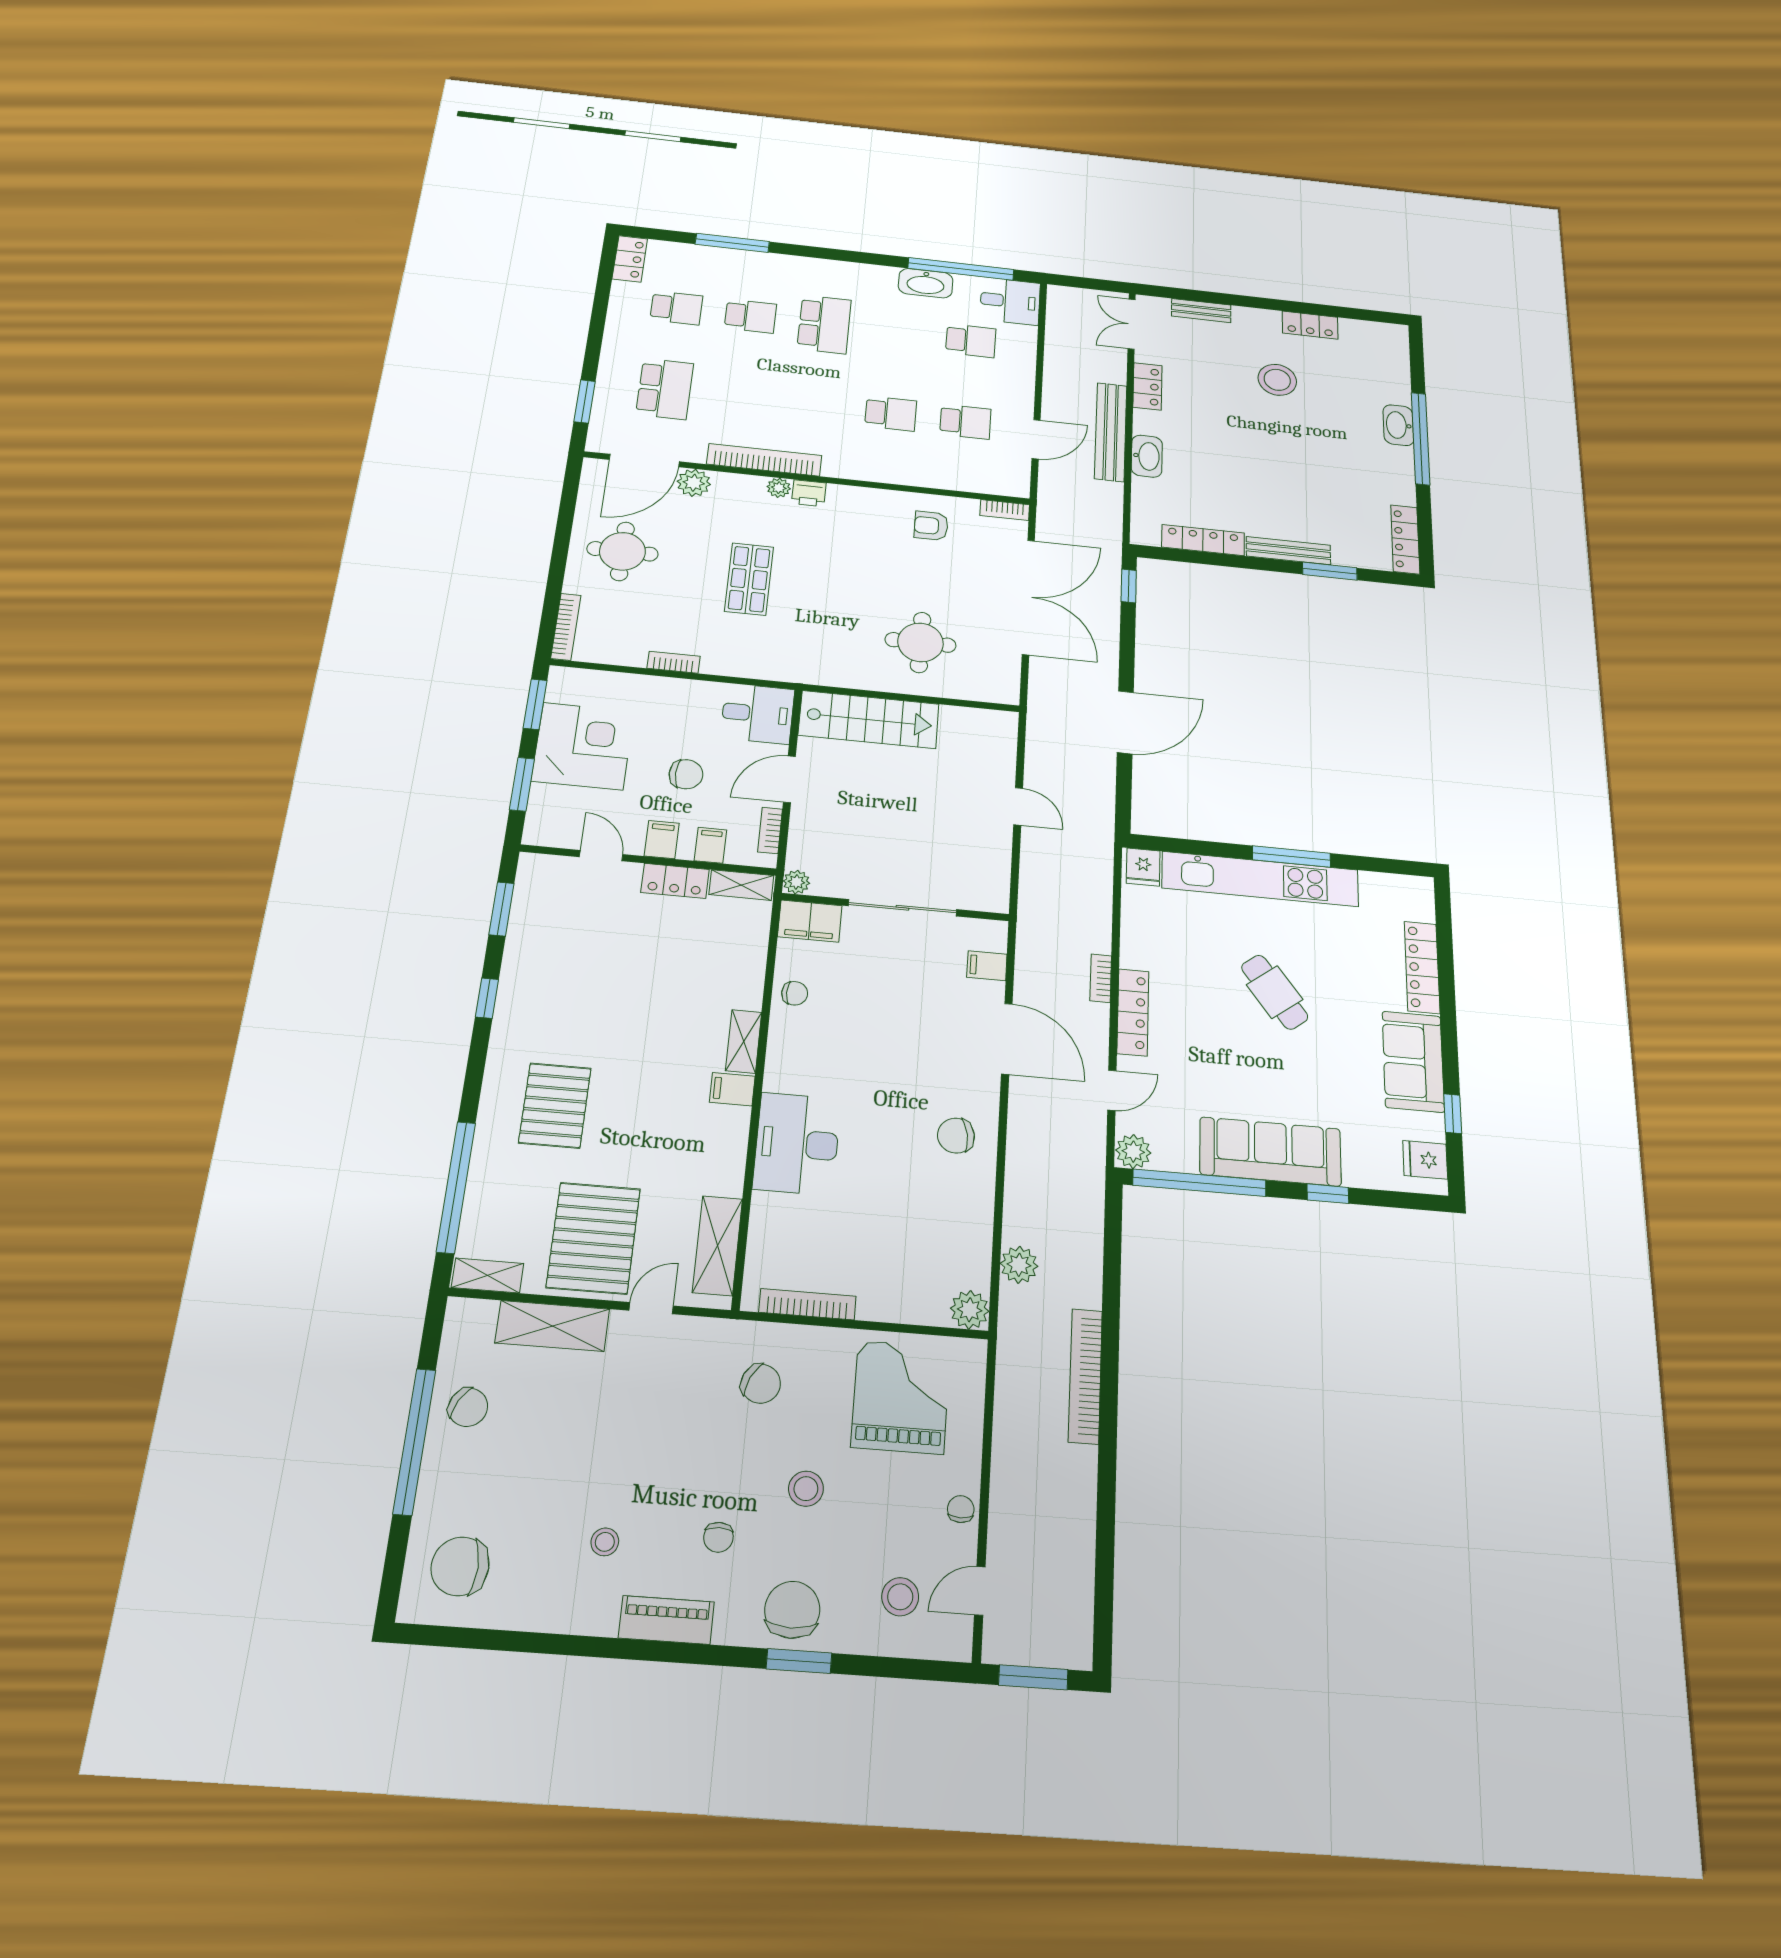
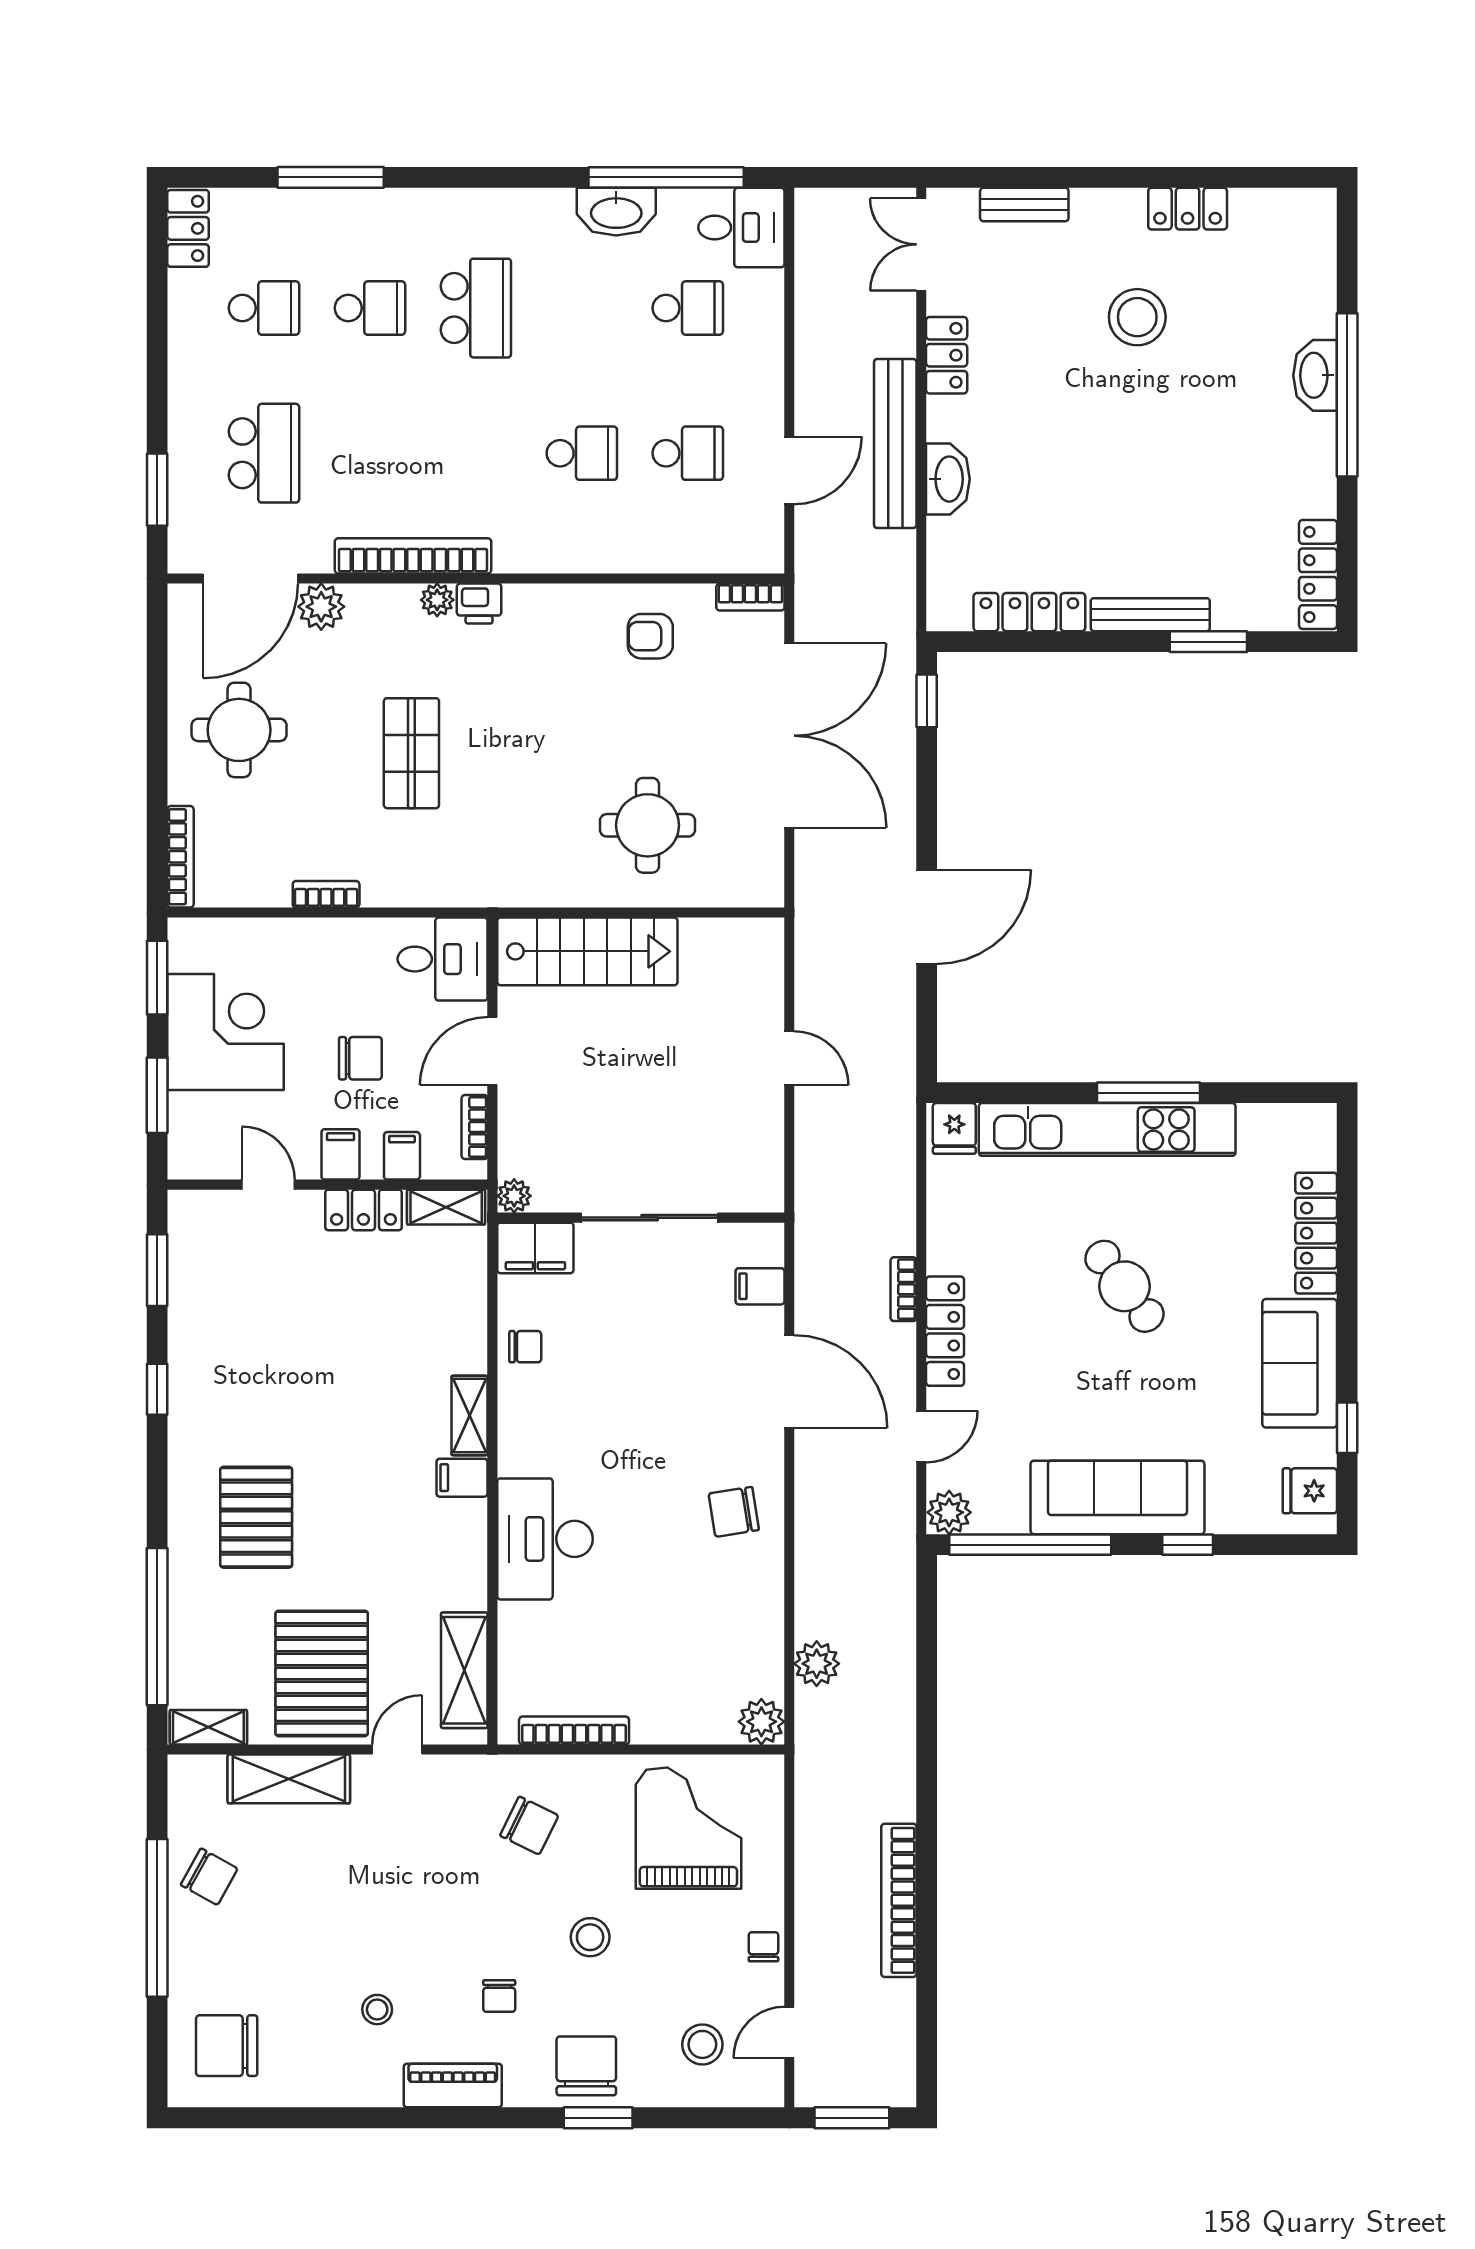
bookcase: (1085, 1376) -> (899, 1900), moved

